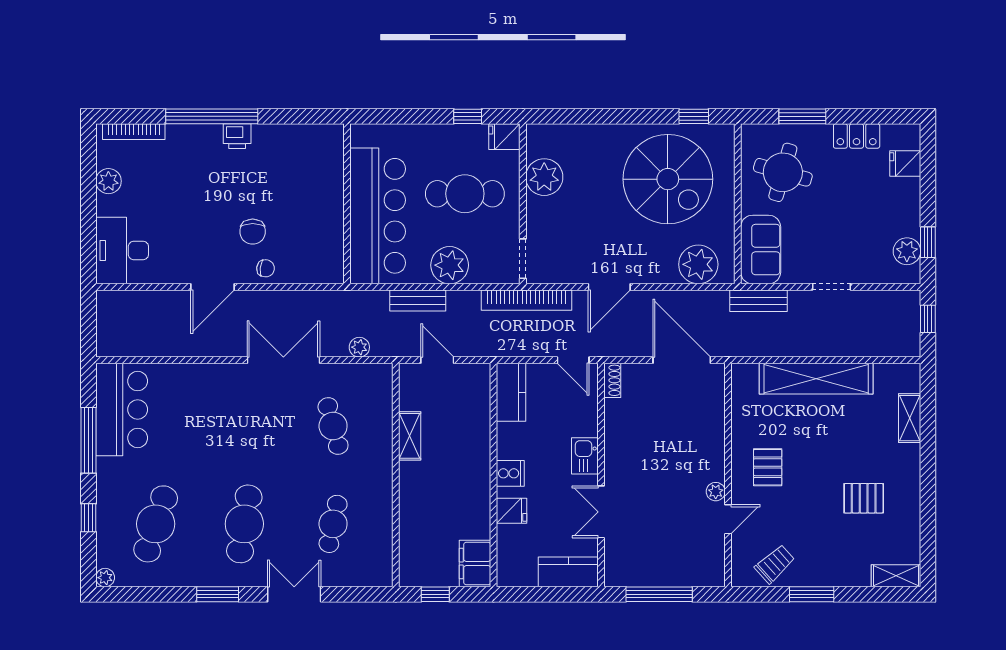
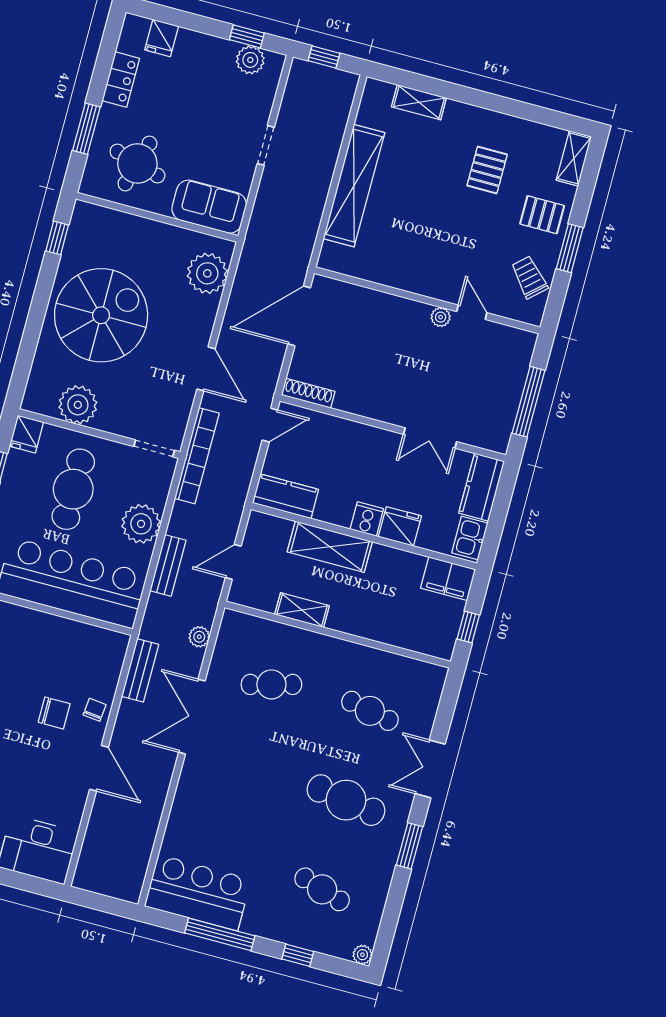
spiral stairs: (668, 179) -> (101, 315), moved
bench: (759, 301) -> (140, 670), moved
shoe rack: (612, 380) -> (308, 393), width x1.43
shelving: (475, 446) -> (330, 547), added
kitchen sink: (585, 456) -> (470, 538), moved, turned 90
pallet: (768, 467) -> (542, 215), moved
fridge: (512, 511) -> (400, 526), width x1.38
cafe table: (156, 524) -> (322, 889), width x0.73, depth x0.74

